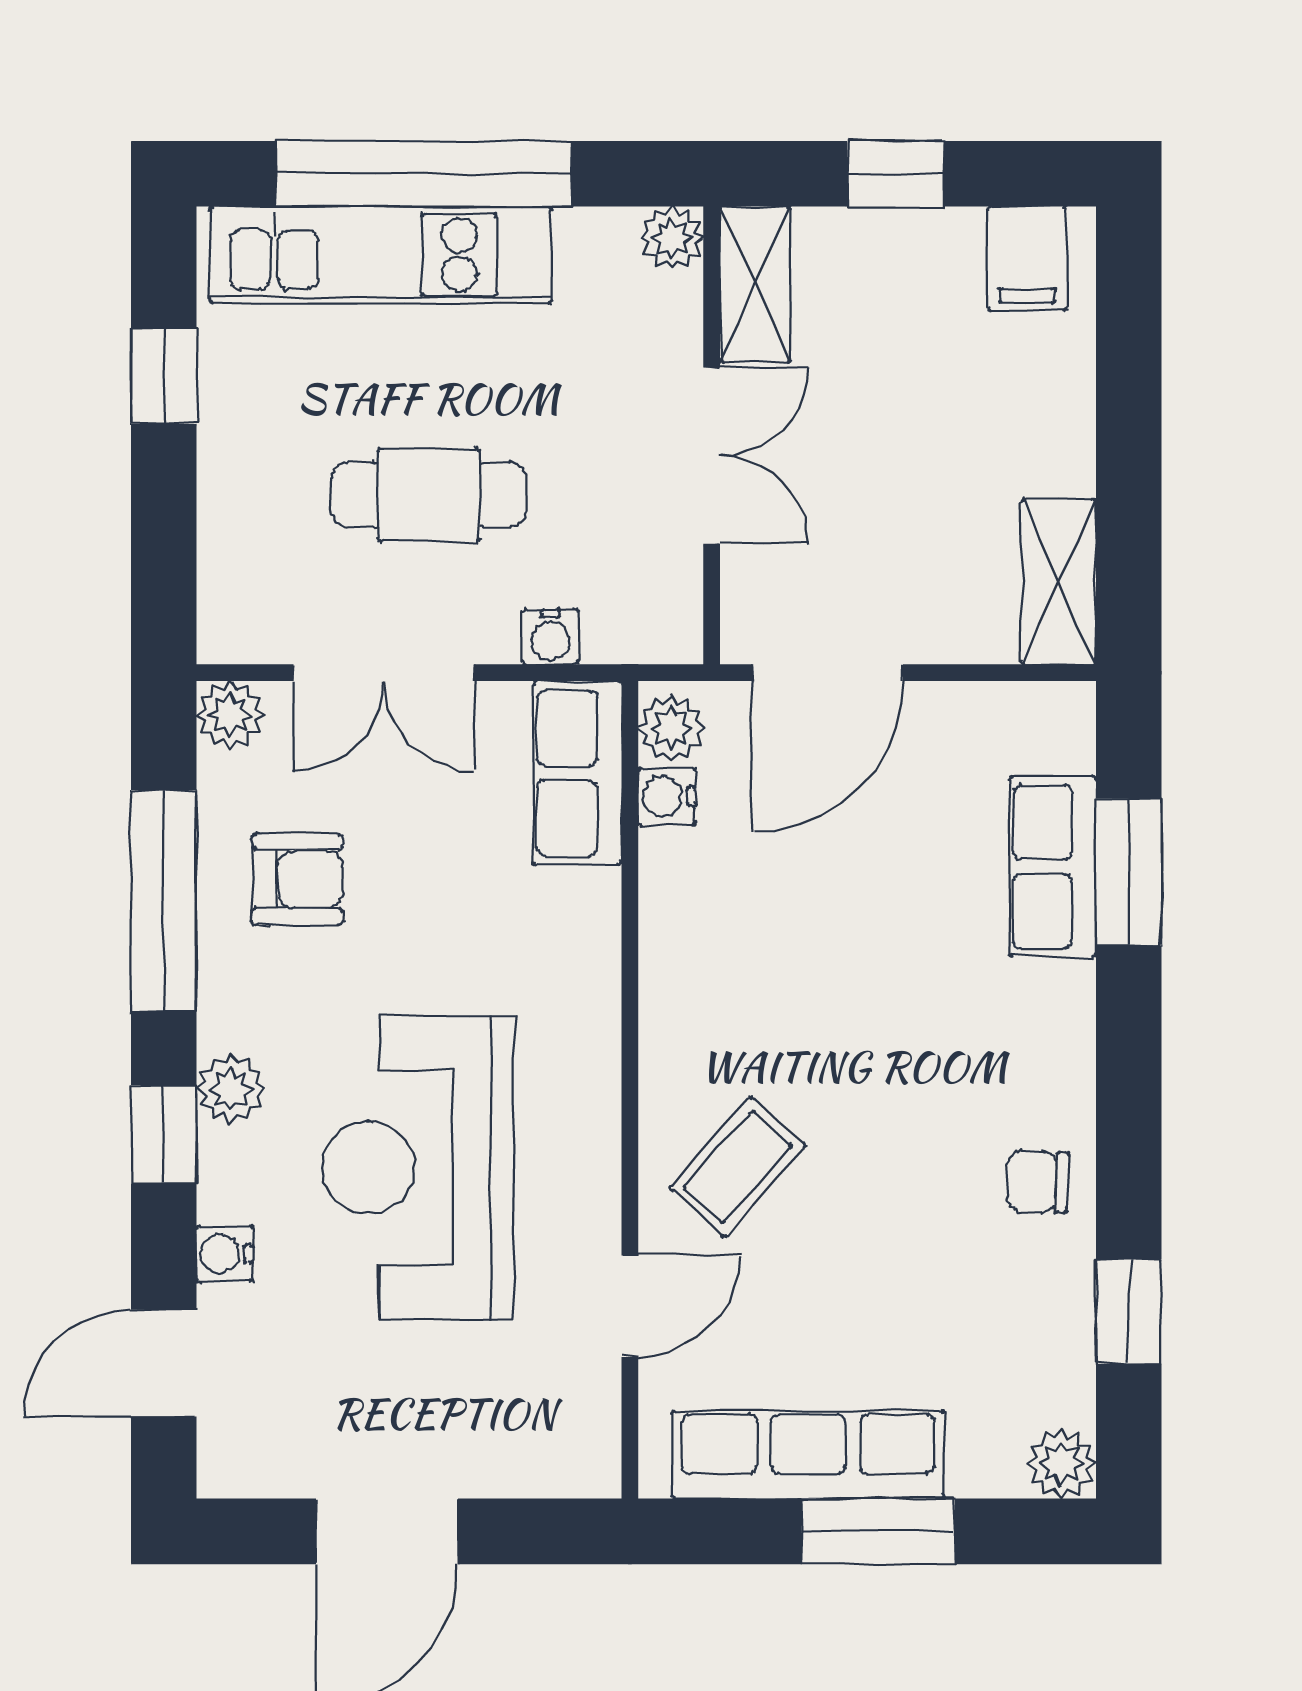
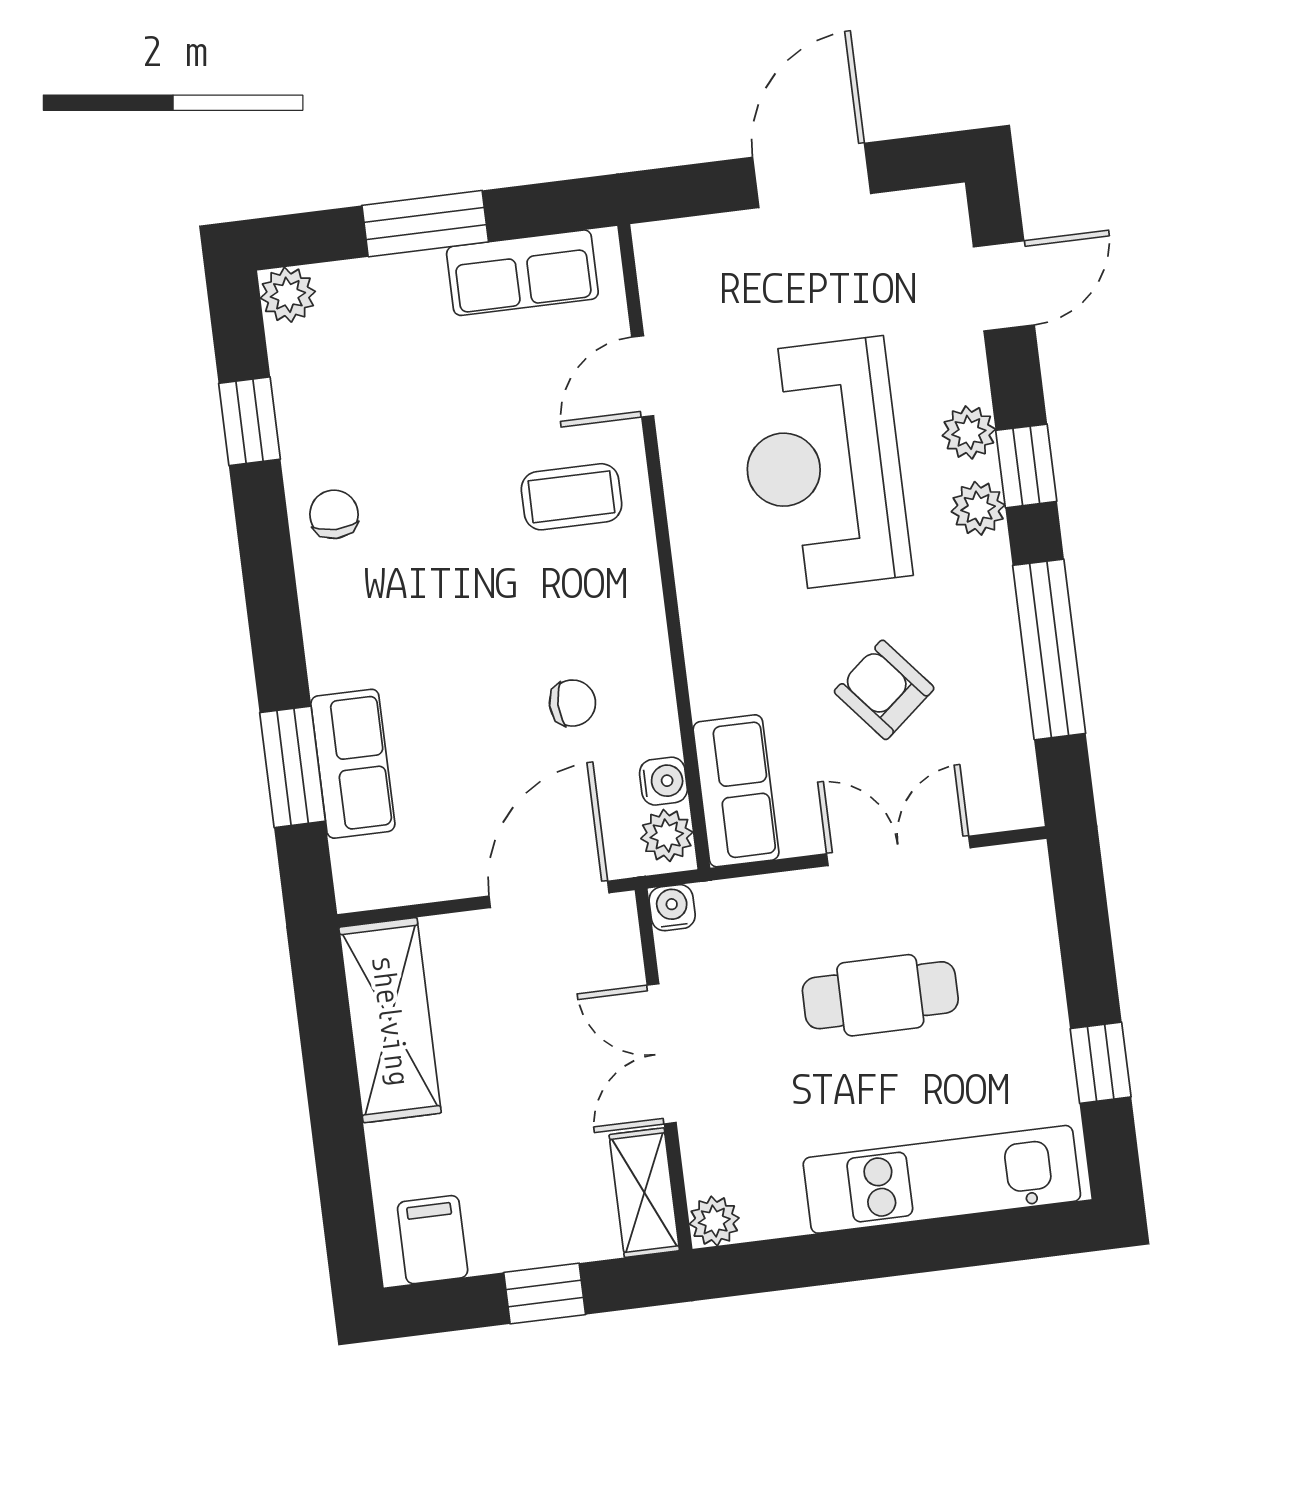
window: (424, 174) -> (916, 1247), removed
shelving: (1059, 581) -> (390, 1020), width x1.50, depth x1.33
water cooler: (551, 637) -> (672, 908), moved
plant: (230, 715) -> (969, 432), moved
armchair: (297, 879) -> (884, 690), moved, turned 50
chair: (769, 908) -> (572, 703), added
reception desk: (418, 1167) -> (823, 465), turned 180
coffee table: (738, 1167) -> (571, 497), turned 48
chair: (1038, 1182) -> (334, 514), turned -92
water cooler: (225, 1254) -> (967, 378), removed
row of seats: (808, 1455) -> (522, 273), width x0.68

